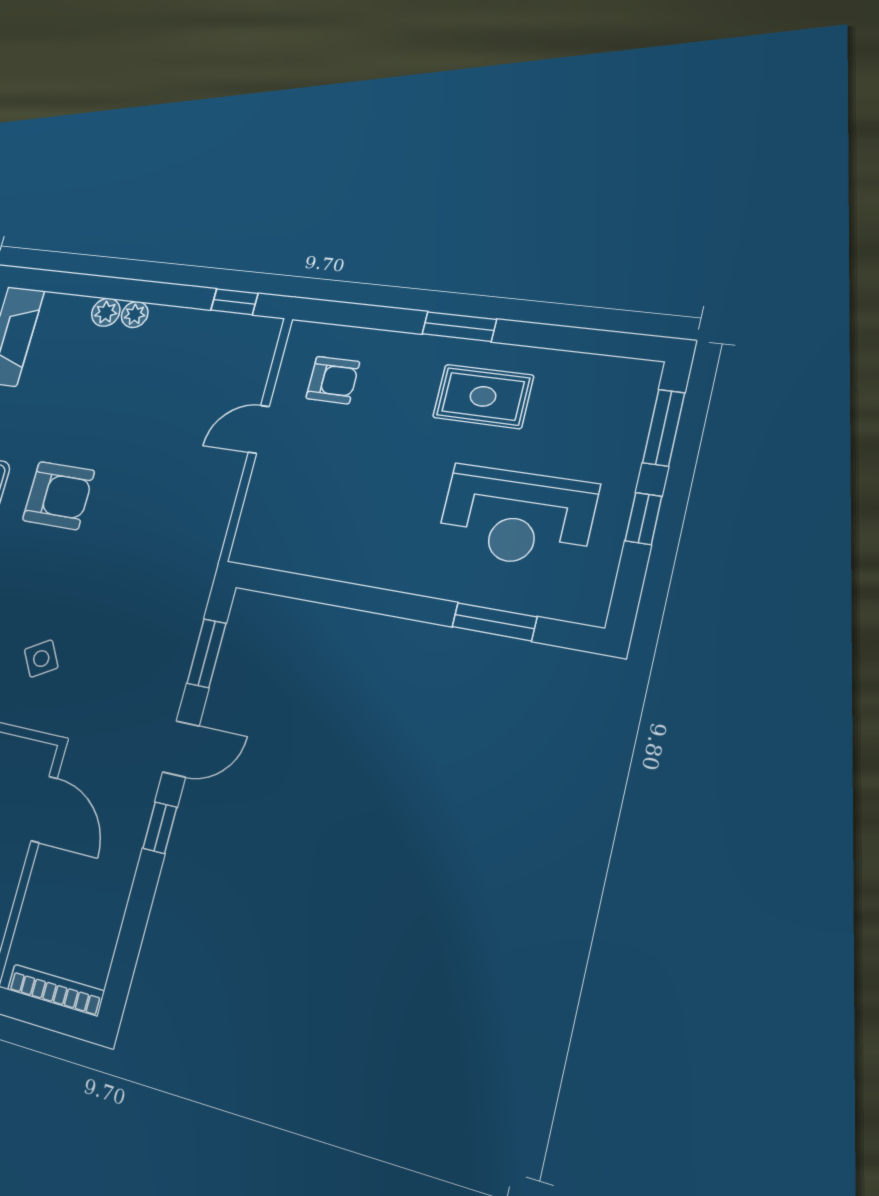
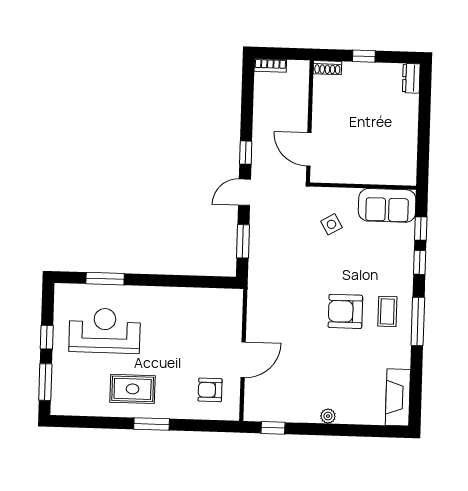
plant: (106, 312) -> (345, 416), removed
door: (259, 429) -> (243, 360), width x1.37
bookcase: (56, 990) -> (270, 65), width x0.64

